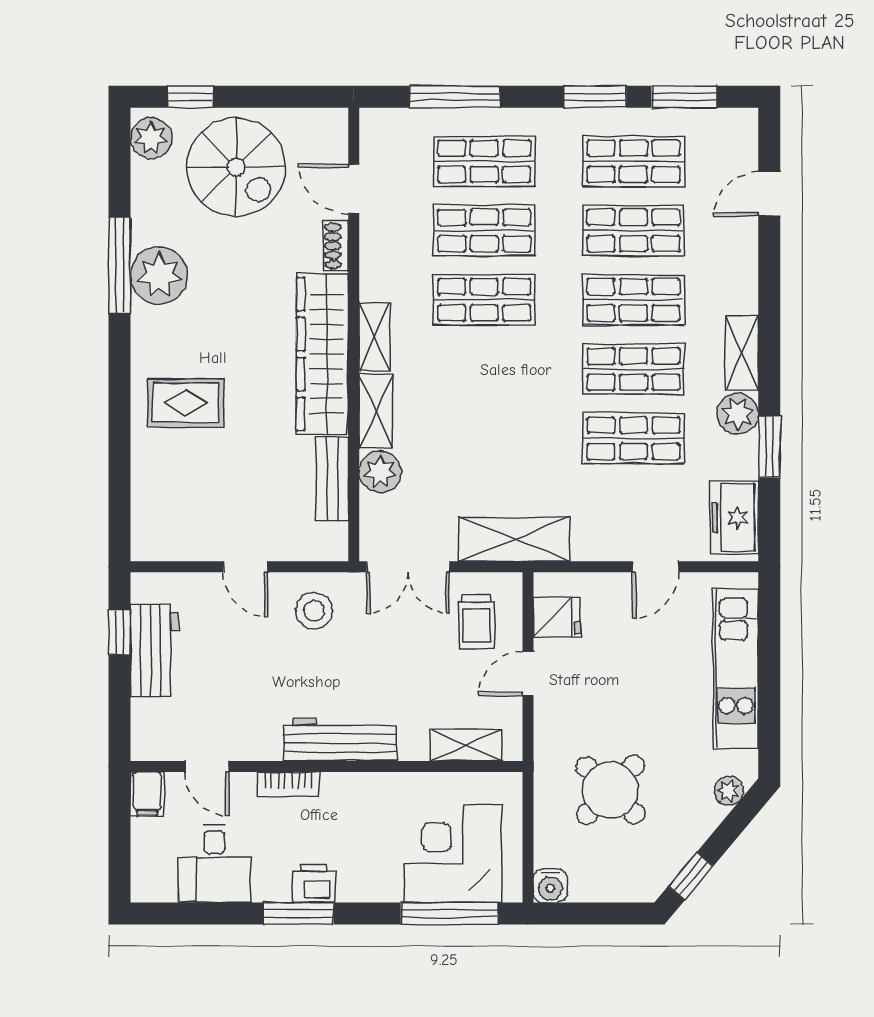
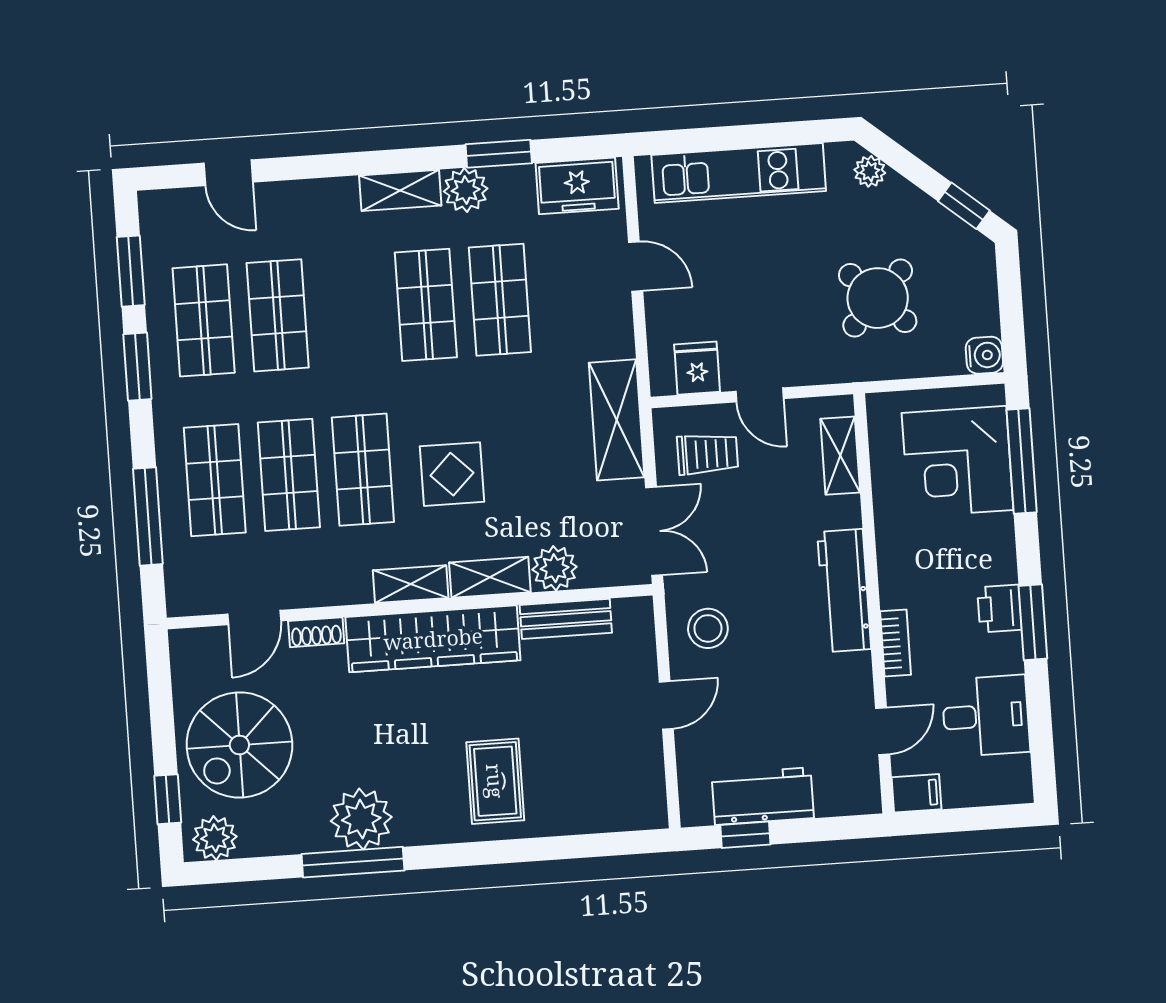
spiral stairs: (236, 167) -> (239, 745), turned 180
shop shelf: (633, 300) -> (352, 310), removed
display table: (474, 382) -> (452, 474), added

